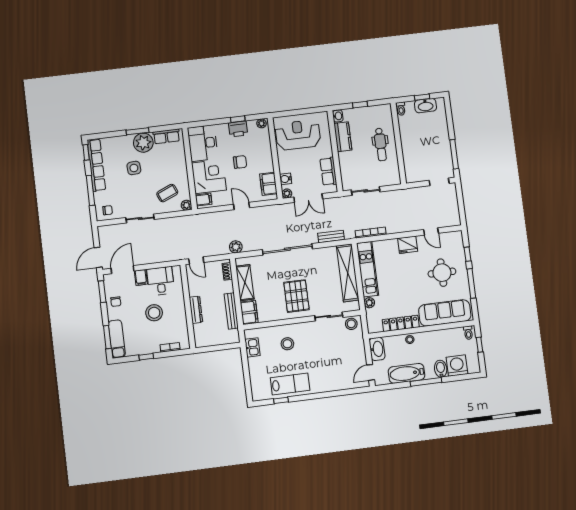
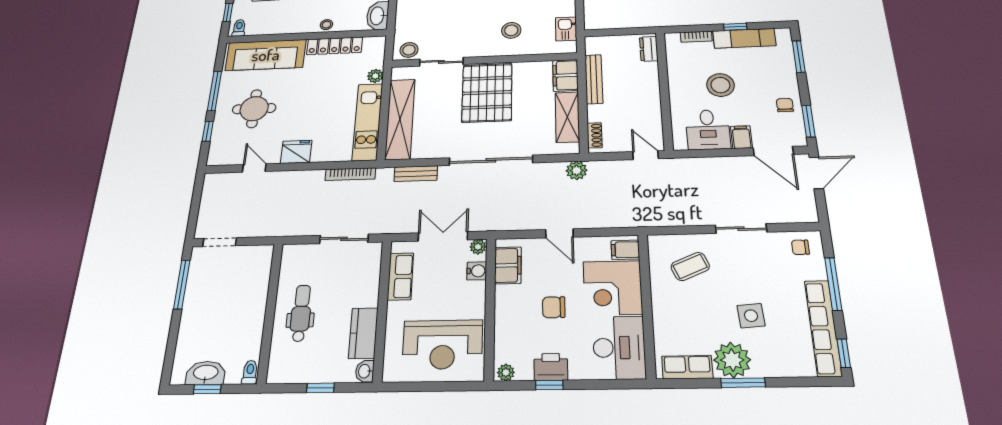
plant: (186, 205) -> (657, 243), removed
door: (122, 270) -> (773, 151), hinge flipped
pallet: (296, 296) -> (487, 93), width x1.37, depth x1.41
dresser: (196, 310) -> (649, 49), moved, width x0.70
exam couch: (117, 339) -> (744, 38), moved, turned -90

